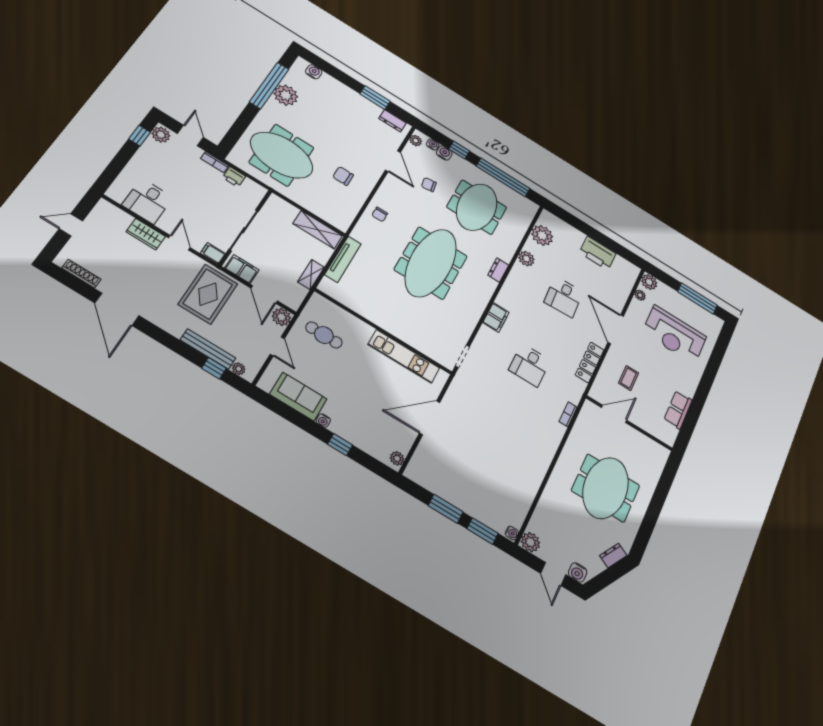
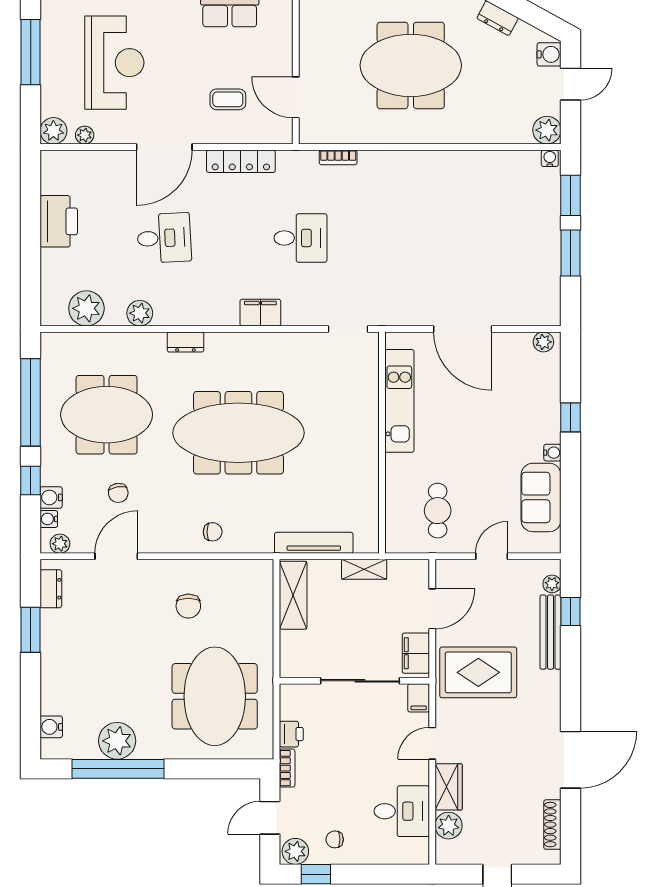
chair: (154, 158) -> (335, 839), added
plant: (281, 317) -> (449, 826), moved

